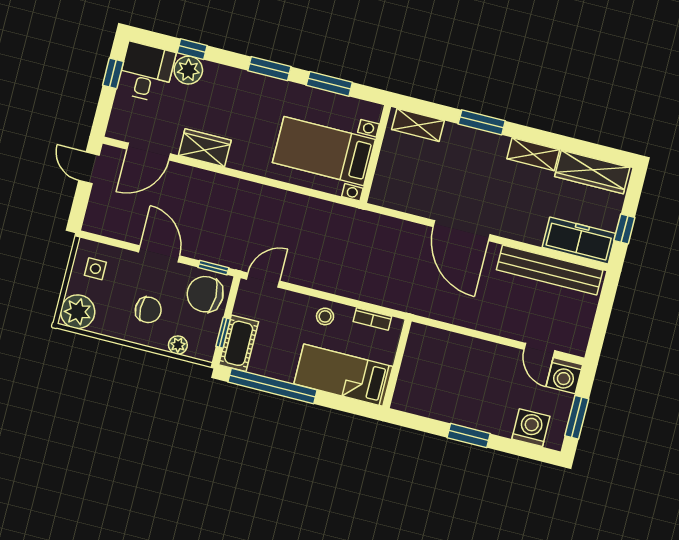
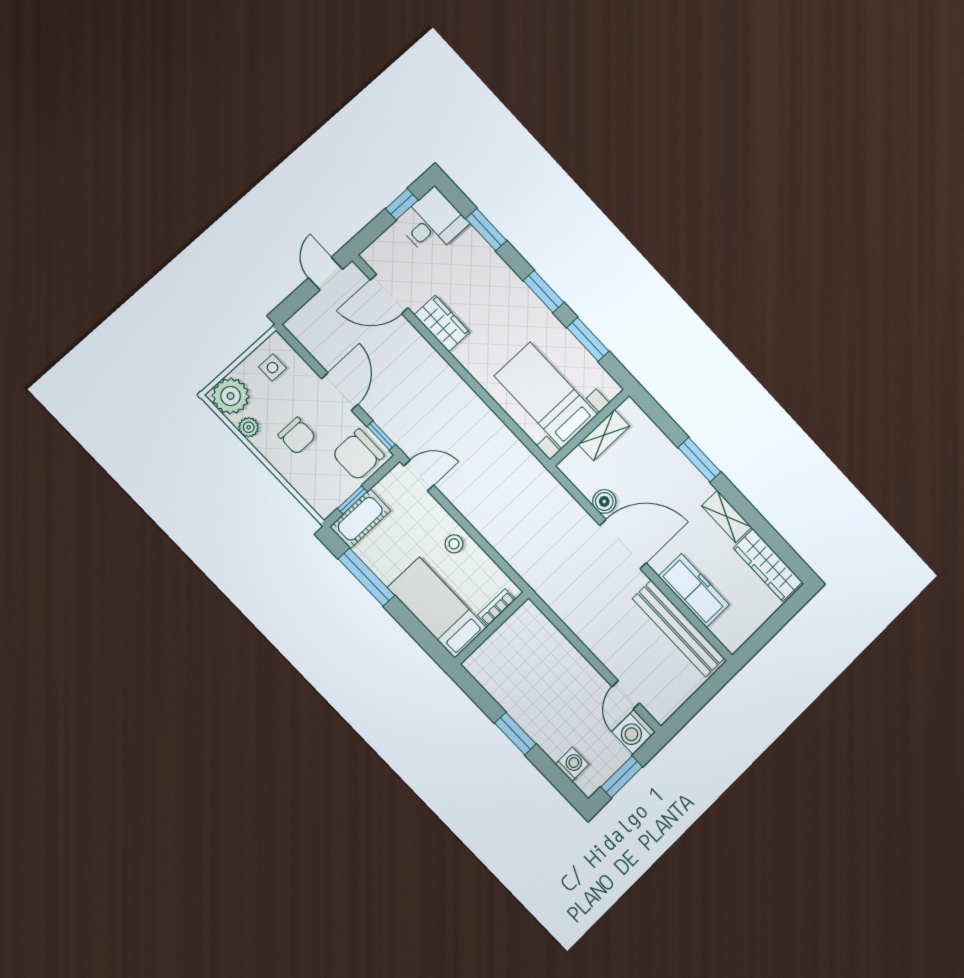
window: (192, 49) -> (486, 230), width x1.50
plant: (188, 70) -> (471, 246), removed
shelving: (418, 125) -> (604, 435), moved, turned 90
boiler: (425, 206) -> (604, 501), added
window: (624, 229) -> (765, 633), removed
door: (461, 231) -> (623, 544), swing flipped
freezer: (579, 240) -> (694, 590), moved
chair: (205, 294) -> (358, 455), turned -90
bookcase: (372, 319) -> (497, 607), moved, turned 90
plant: (178, 345) -> (249, 427), moved
window: (273, 386) -> (366, 577), width x0.68
washing machine: (531, 428) -> (572, 764), width x0.73, depth x0.73

